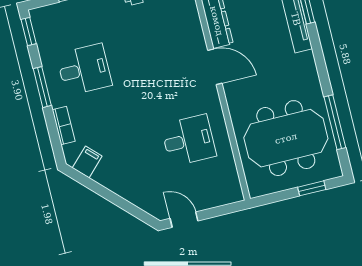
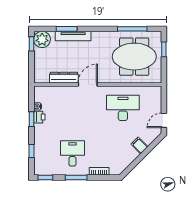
meeting table: (286, 138) -> (134, 57), turned 90
desk: (189, 140) -> (123, 108), width x1.37
filing cabinet: (87, 162) -> (139, 145), moved

